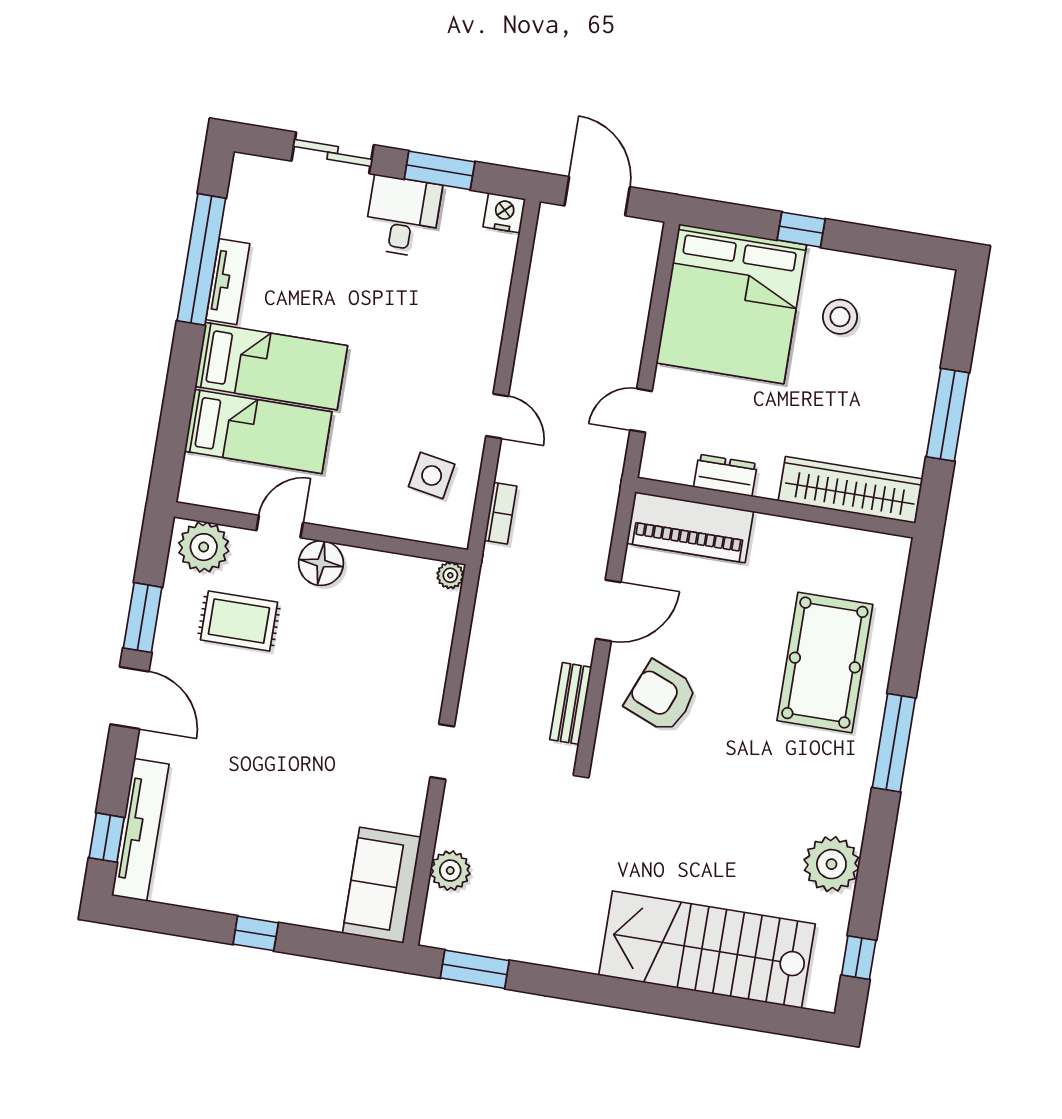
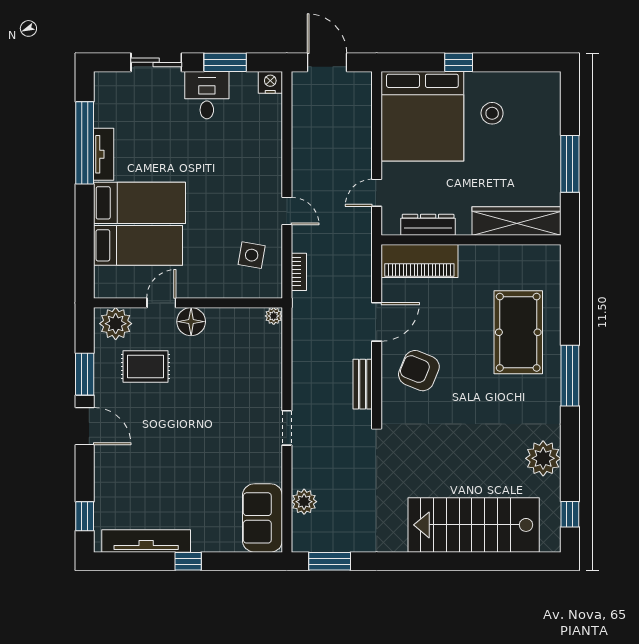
dresser: (725, 475) -> (428, 225), width x1.44
tv unit: (140, 830) -> (146, 541), moved, turned -90

